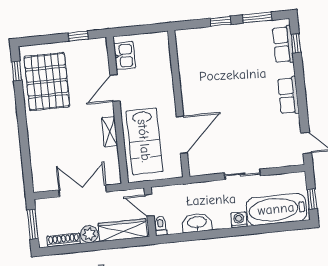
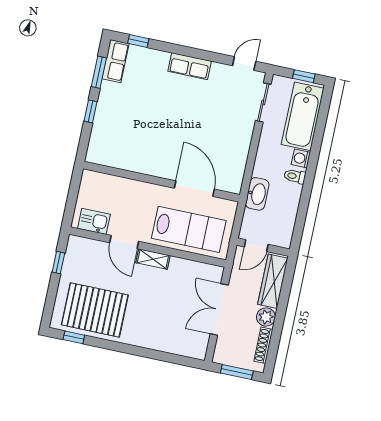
row of seats: (283, 45) -> (115, 61), moved, turned -90
shelving: (110, 132) -> (153, 259), moved
sliding door: (243, 174) -> (263, 102), moved
washbasin: (197, 223) -> (257, 194), moved, turned 180
toilet: (161, 226) -> (295, 176), moved

